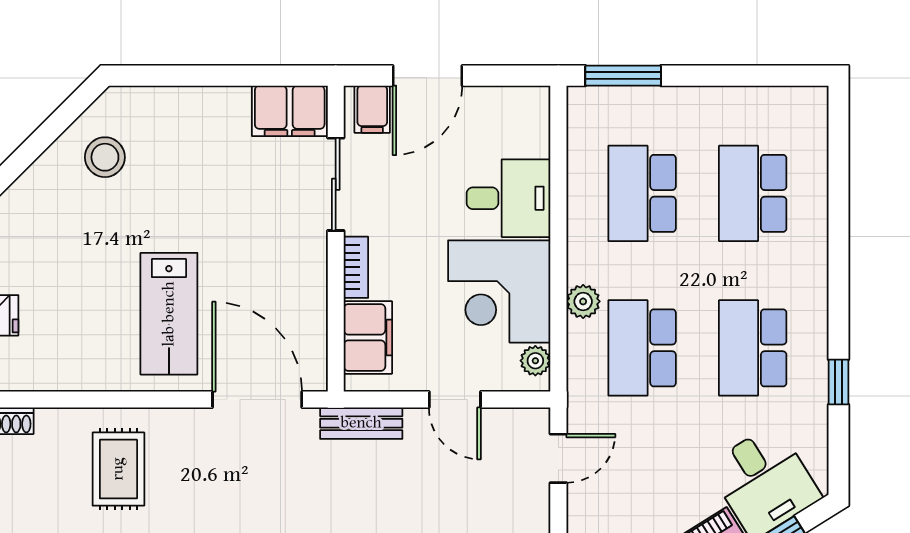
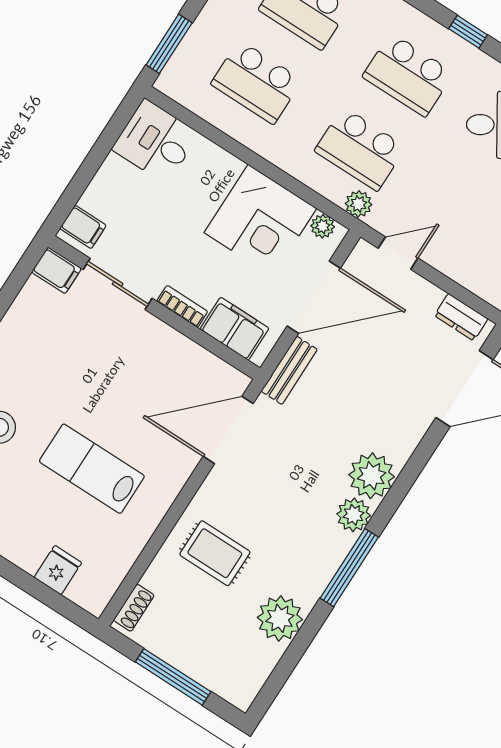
door: (427, 76) -> (84, 175), removed
filing cabinet: (290, 111) -> (57, 270), width x0.50
desk: (508, 198) -> (156, 141), moved, turned -90
plant: (583, 301) -> (359, 204), moved
lab bench: (169, 314) -> (92, 469), moved, turned 180
door: (455, 400) -> (314, 297), width x1.88
door: (558, 458) -> (398, 253), hinge flipped

